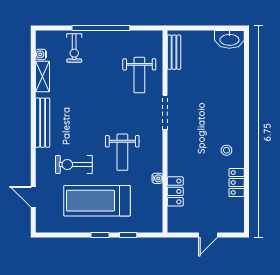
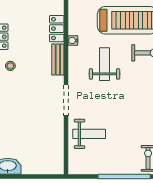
bench: (174, 52) -> (58, 59), moved
weight bench: (139, 75) -> (89, 134), turned 90

